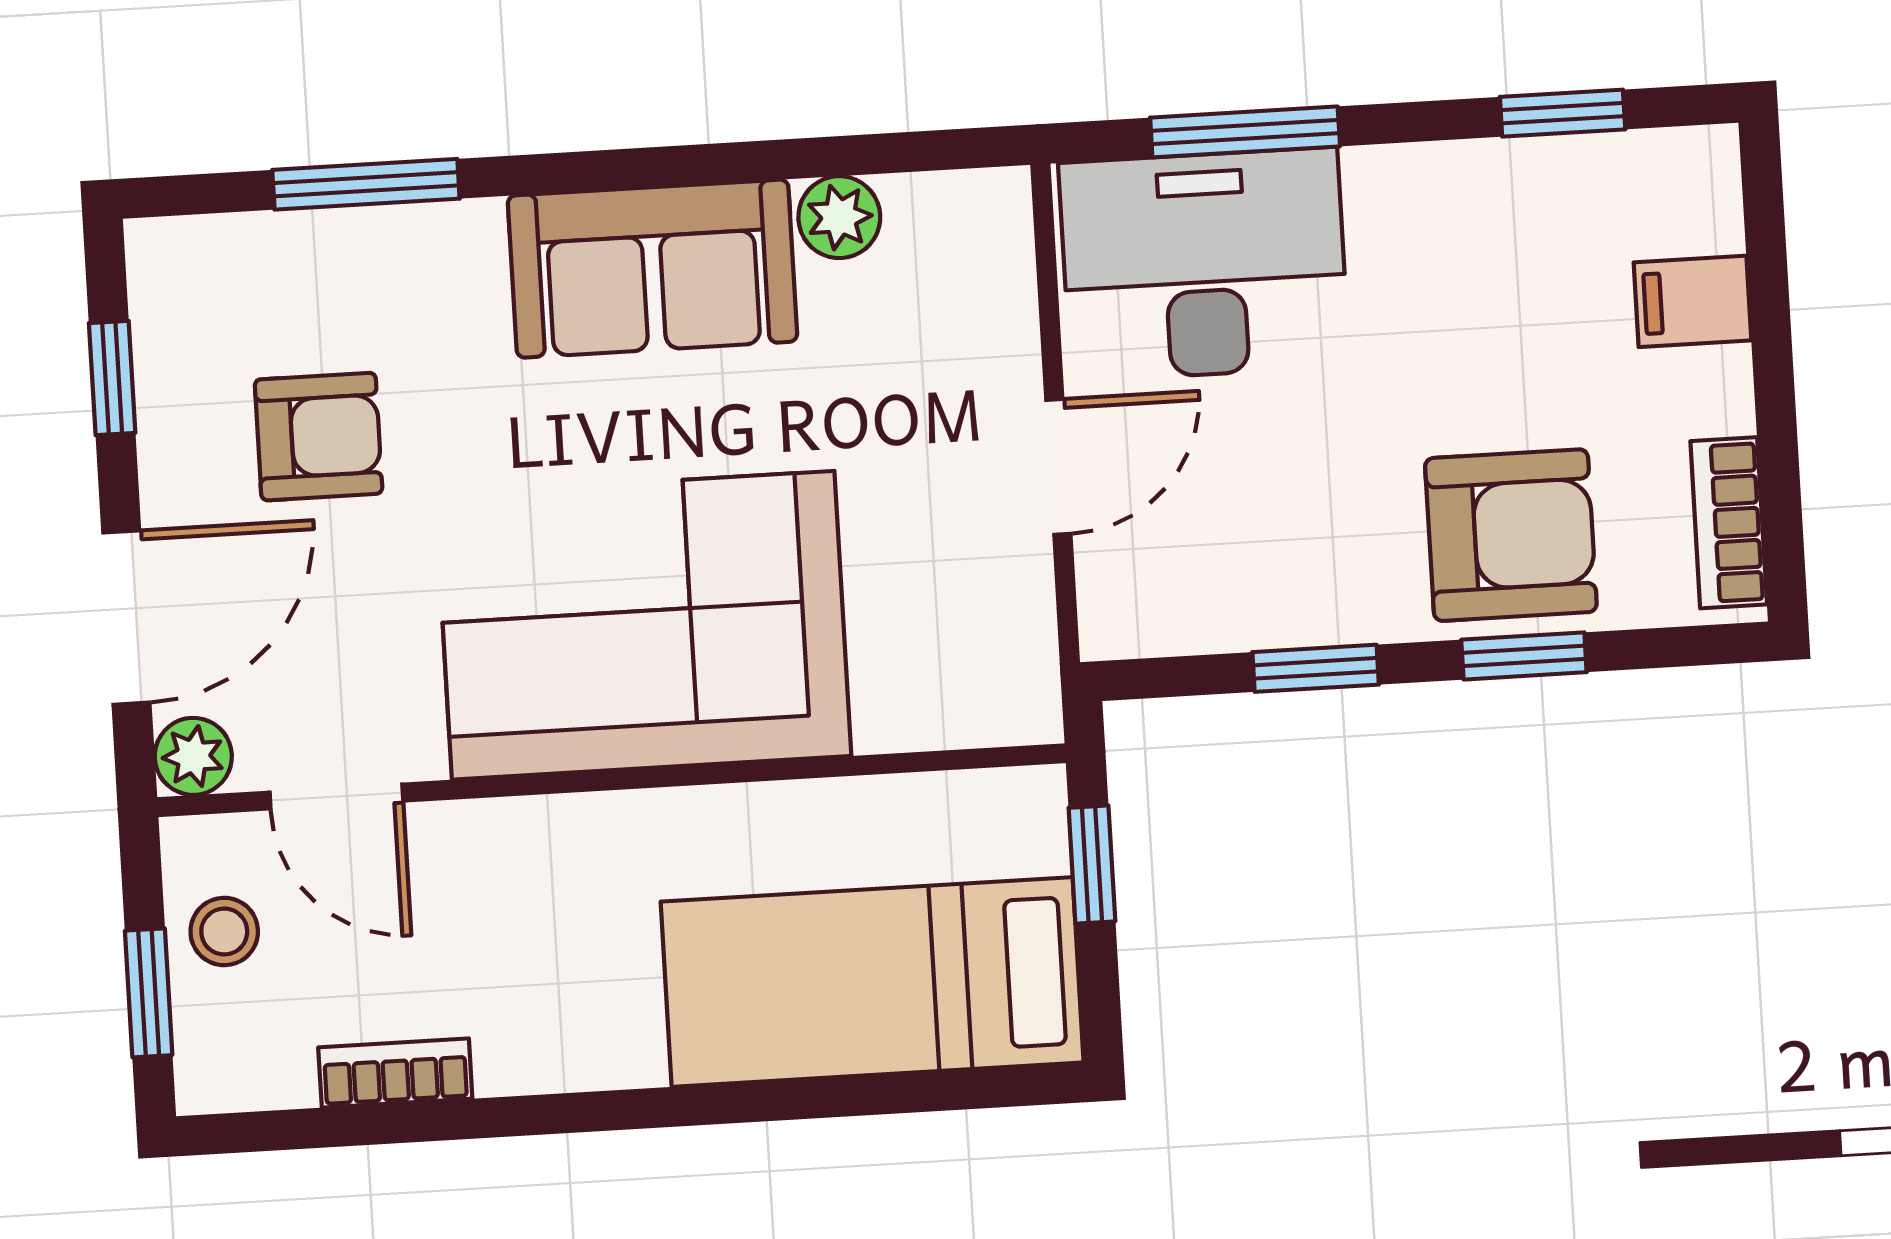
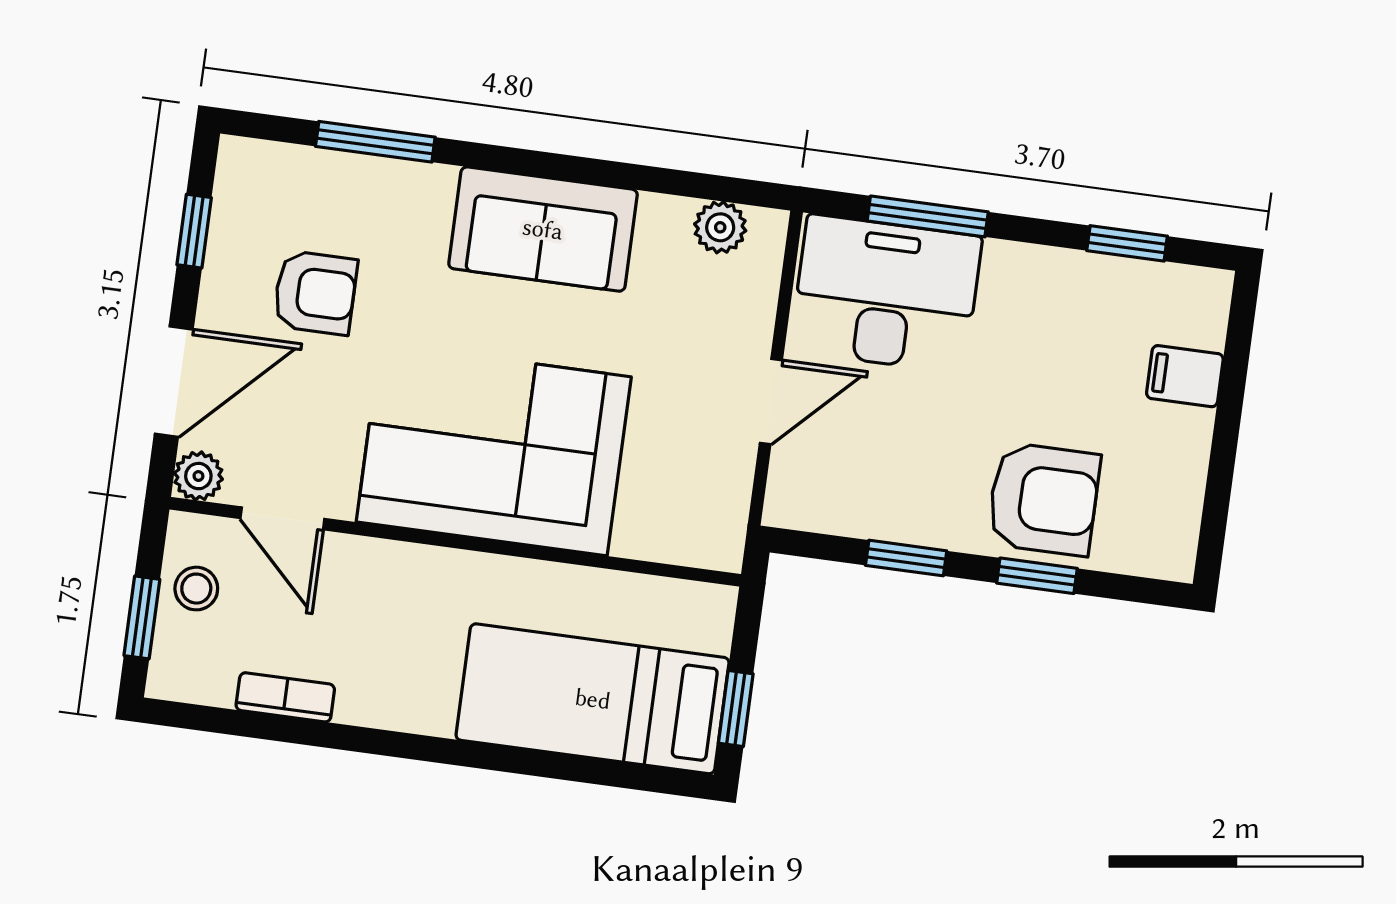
plant: (839, 217) -> (720, 227), moved
bookcase: (1729, 523) -> (1180, 518), removed
window: (1092, 865) -> (736, 709), moved

